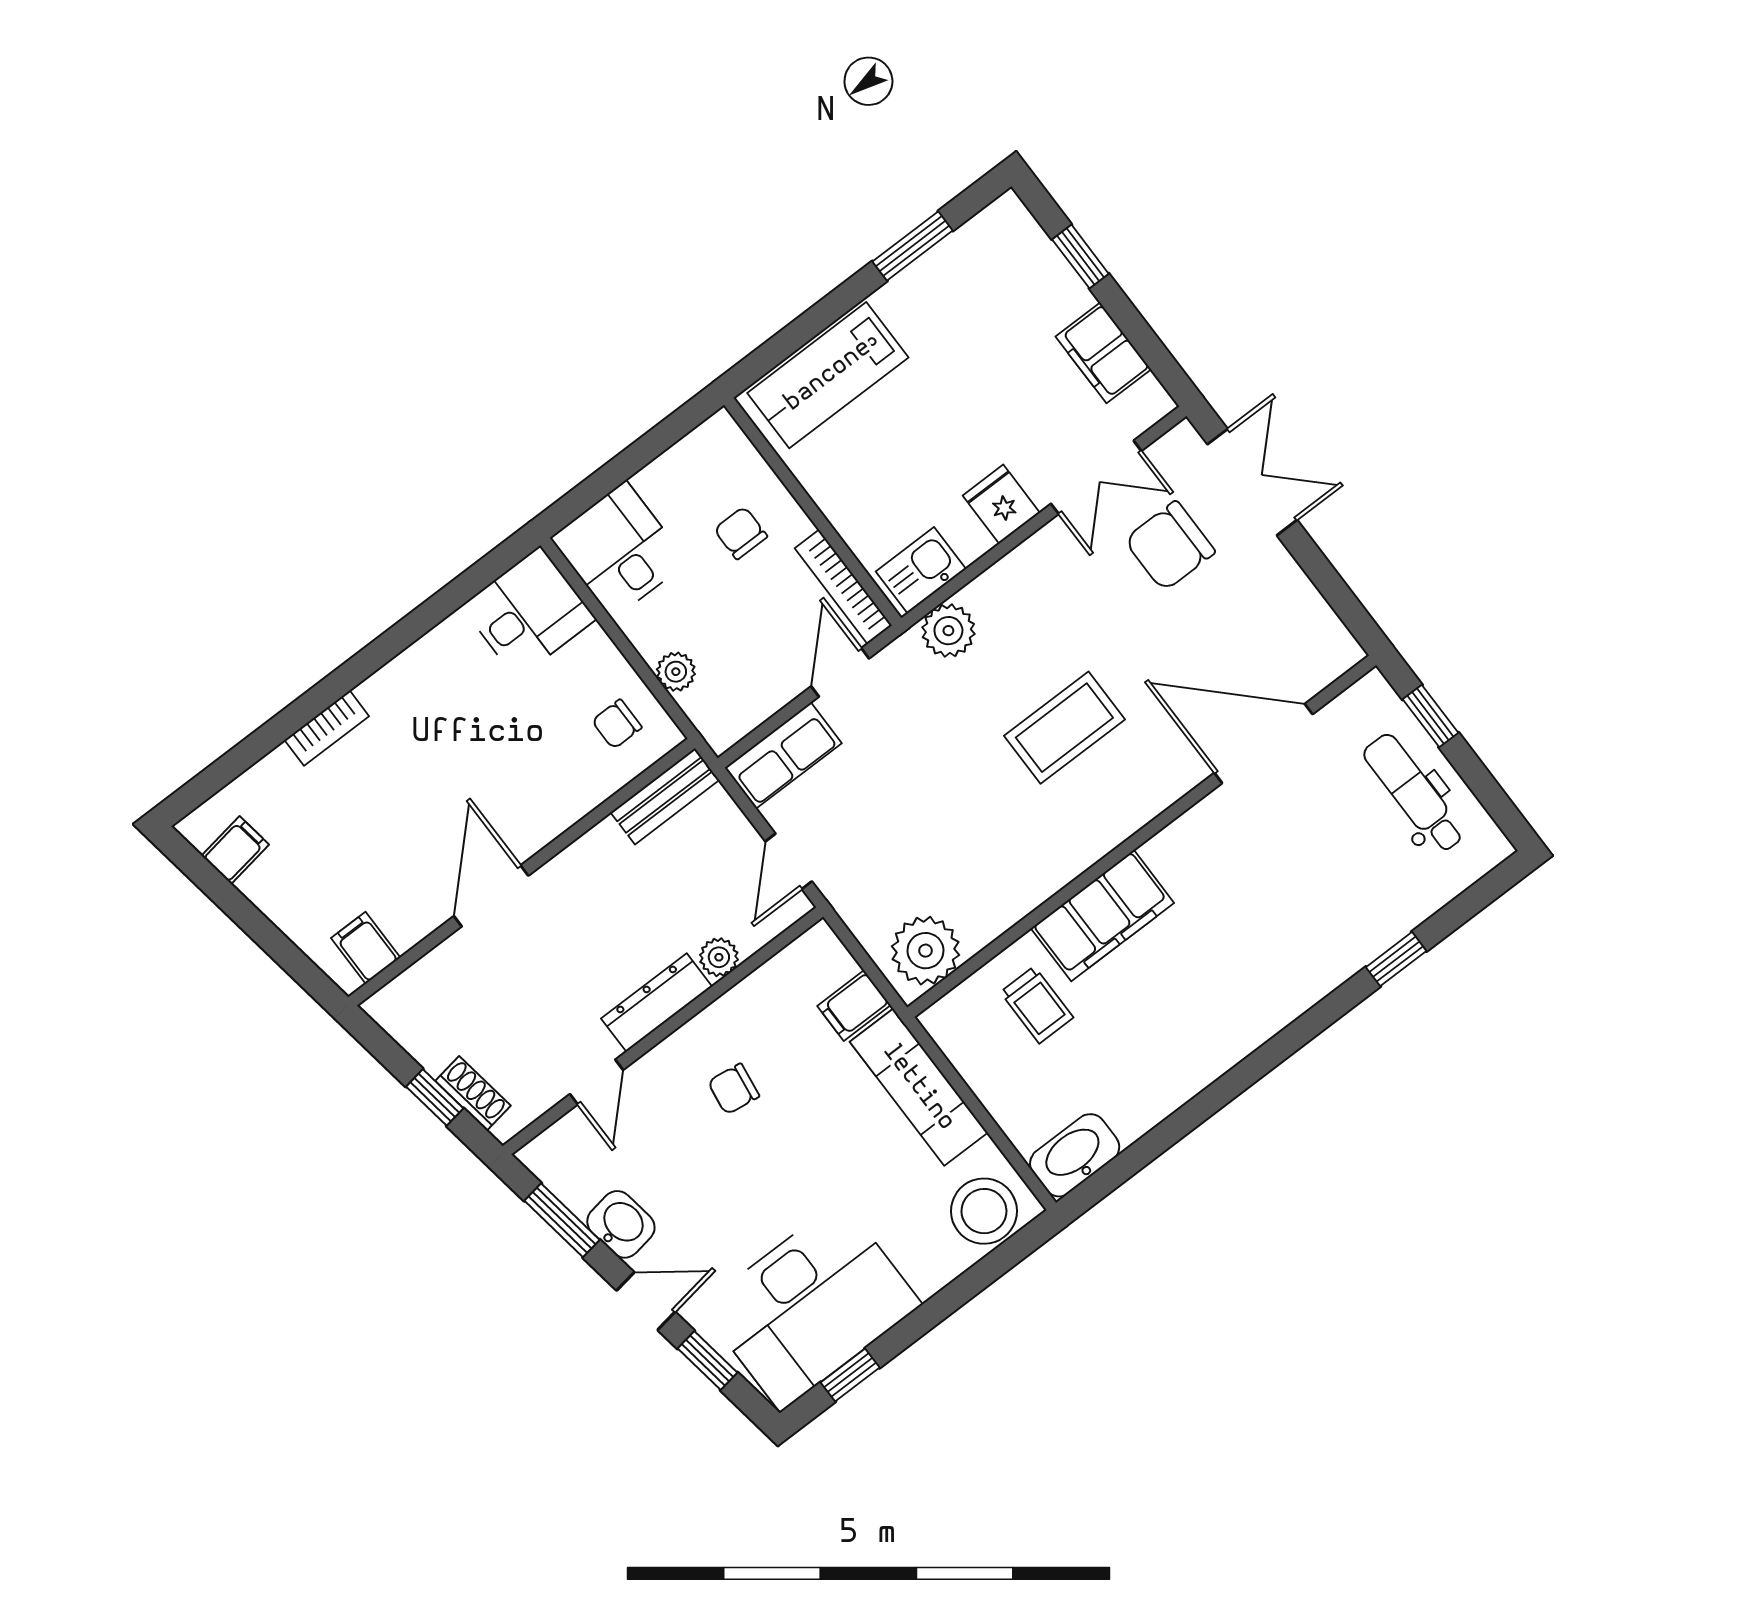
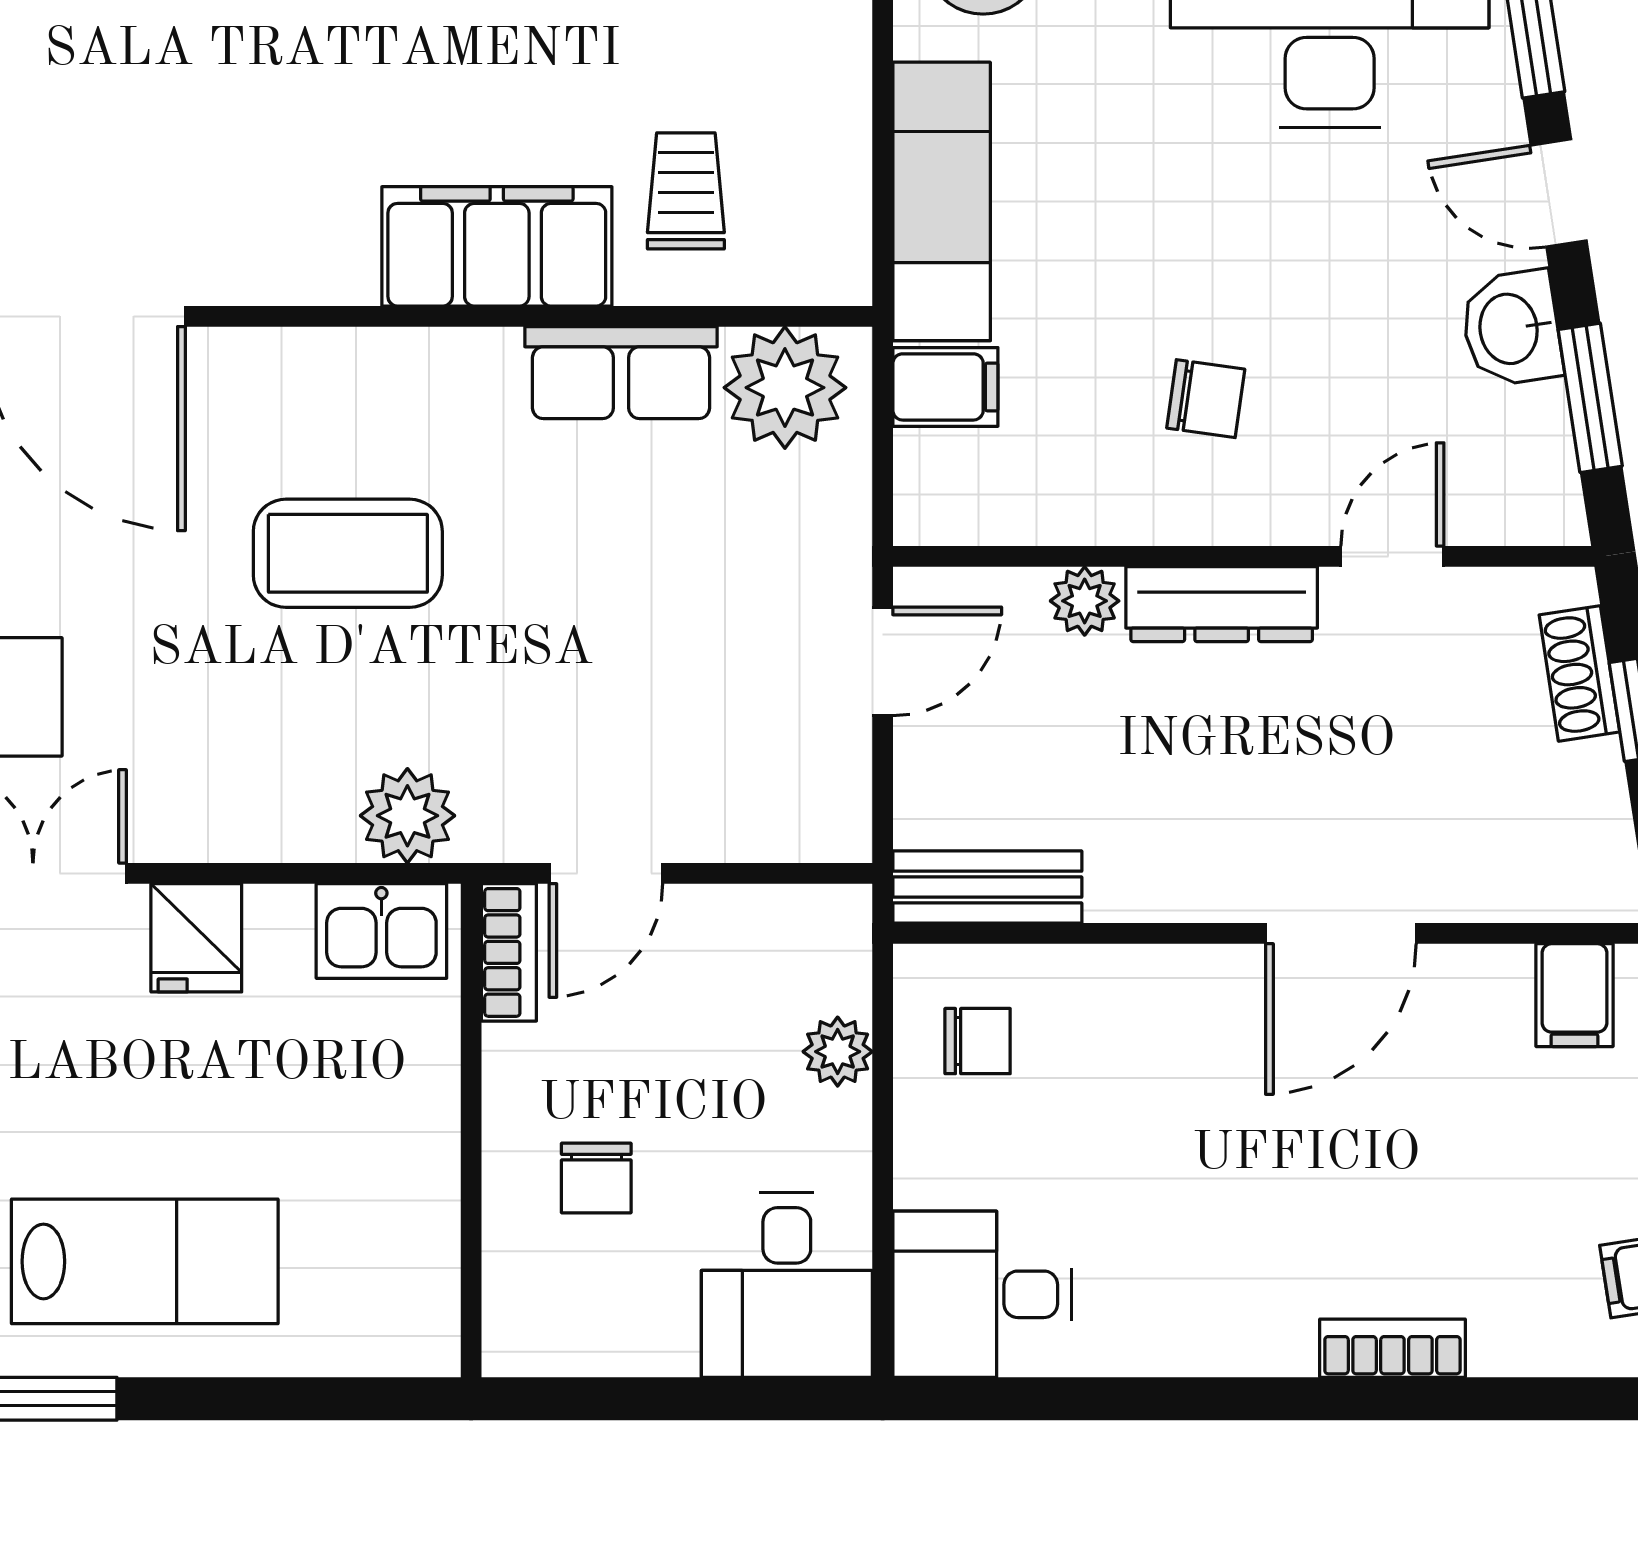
lab bench: (828, 375) -> (145, 1261), moved
bookcase: (843, 587) -> (509, 952), width x0.64
row of seats: (783, 756) -> (621, 373), moved, turned 180

